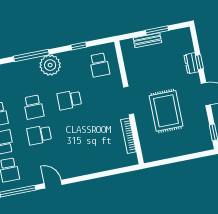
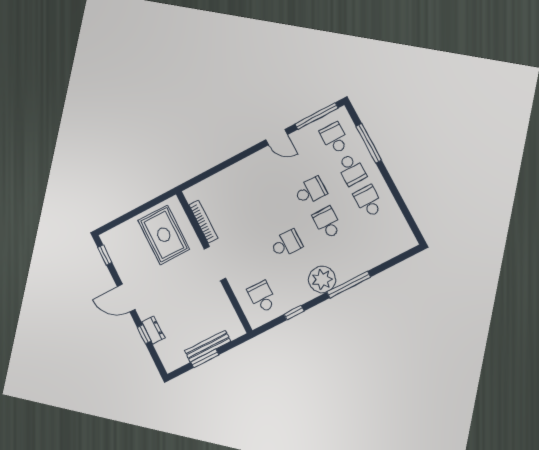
bench: (147, 40) -> (208, 346), width x1.36
rug: (166, 111) -> (164, 235), moved

